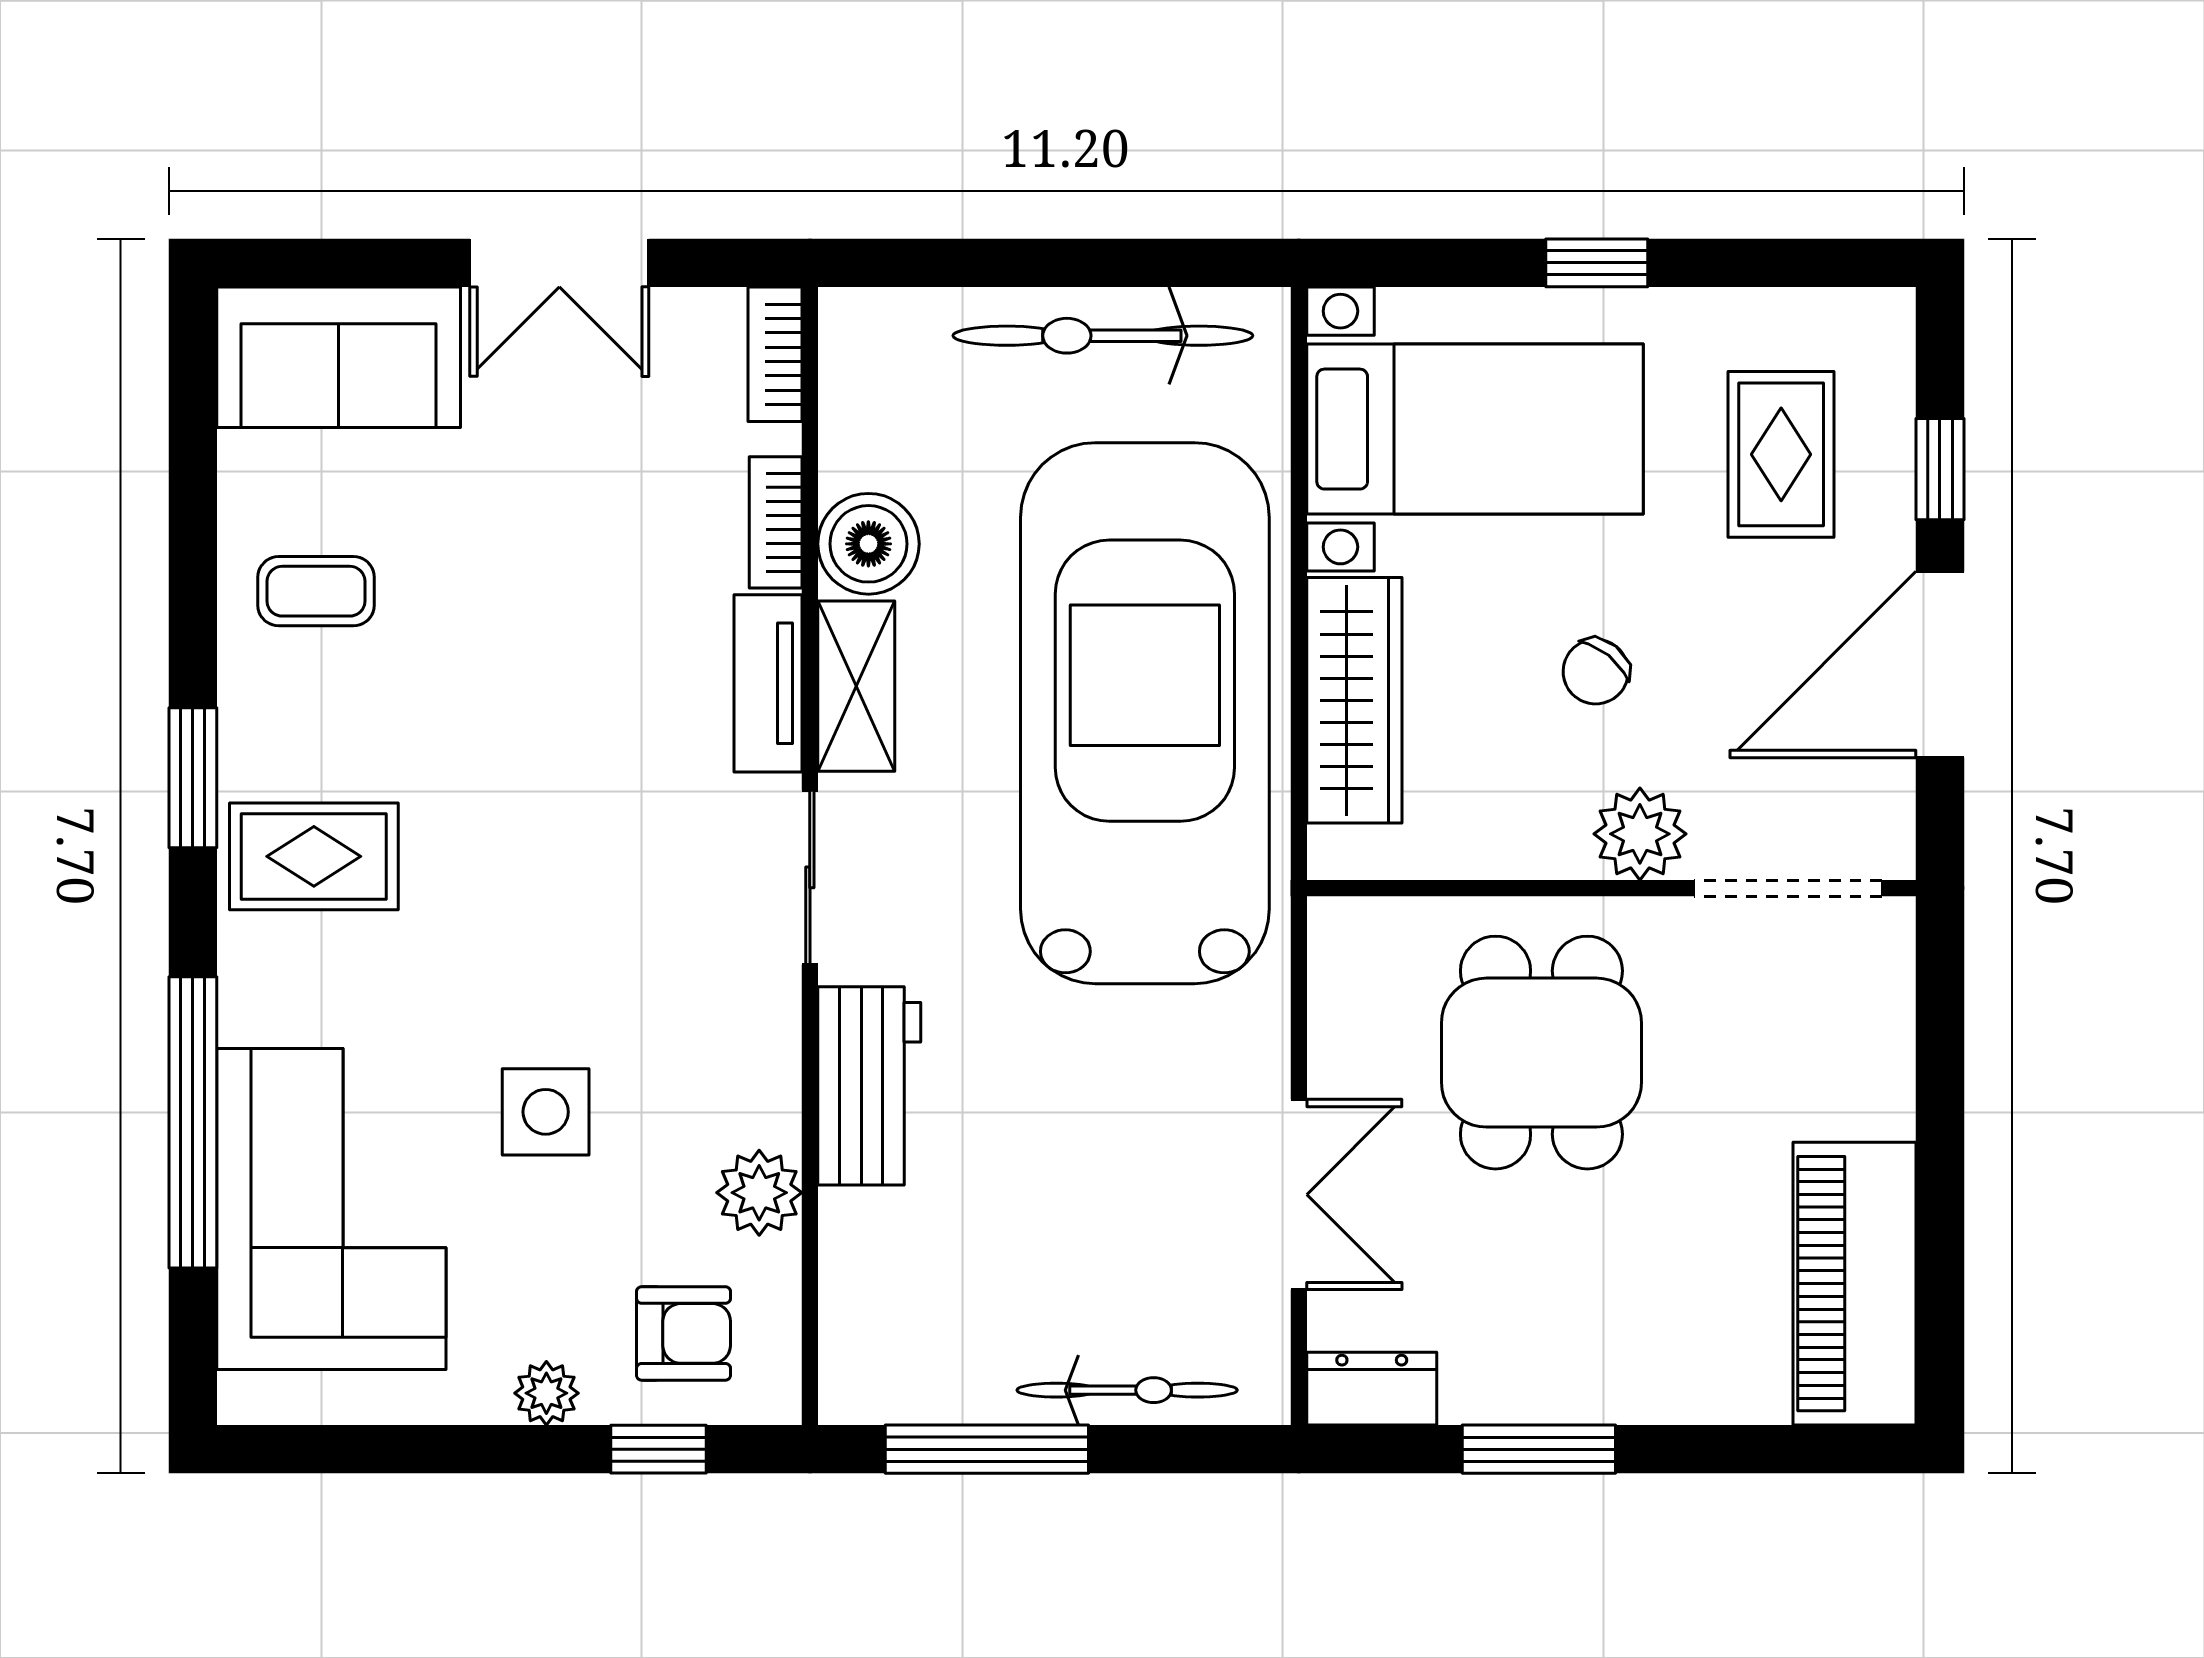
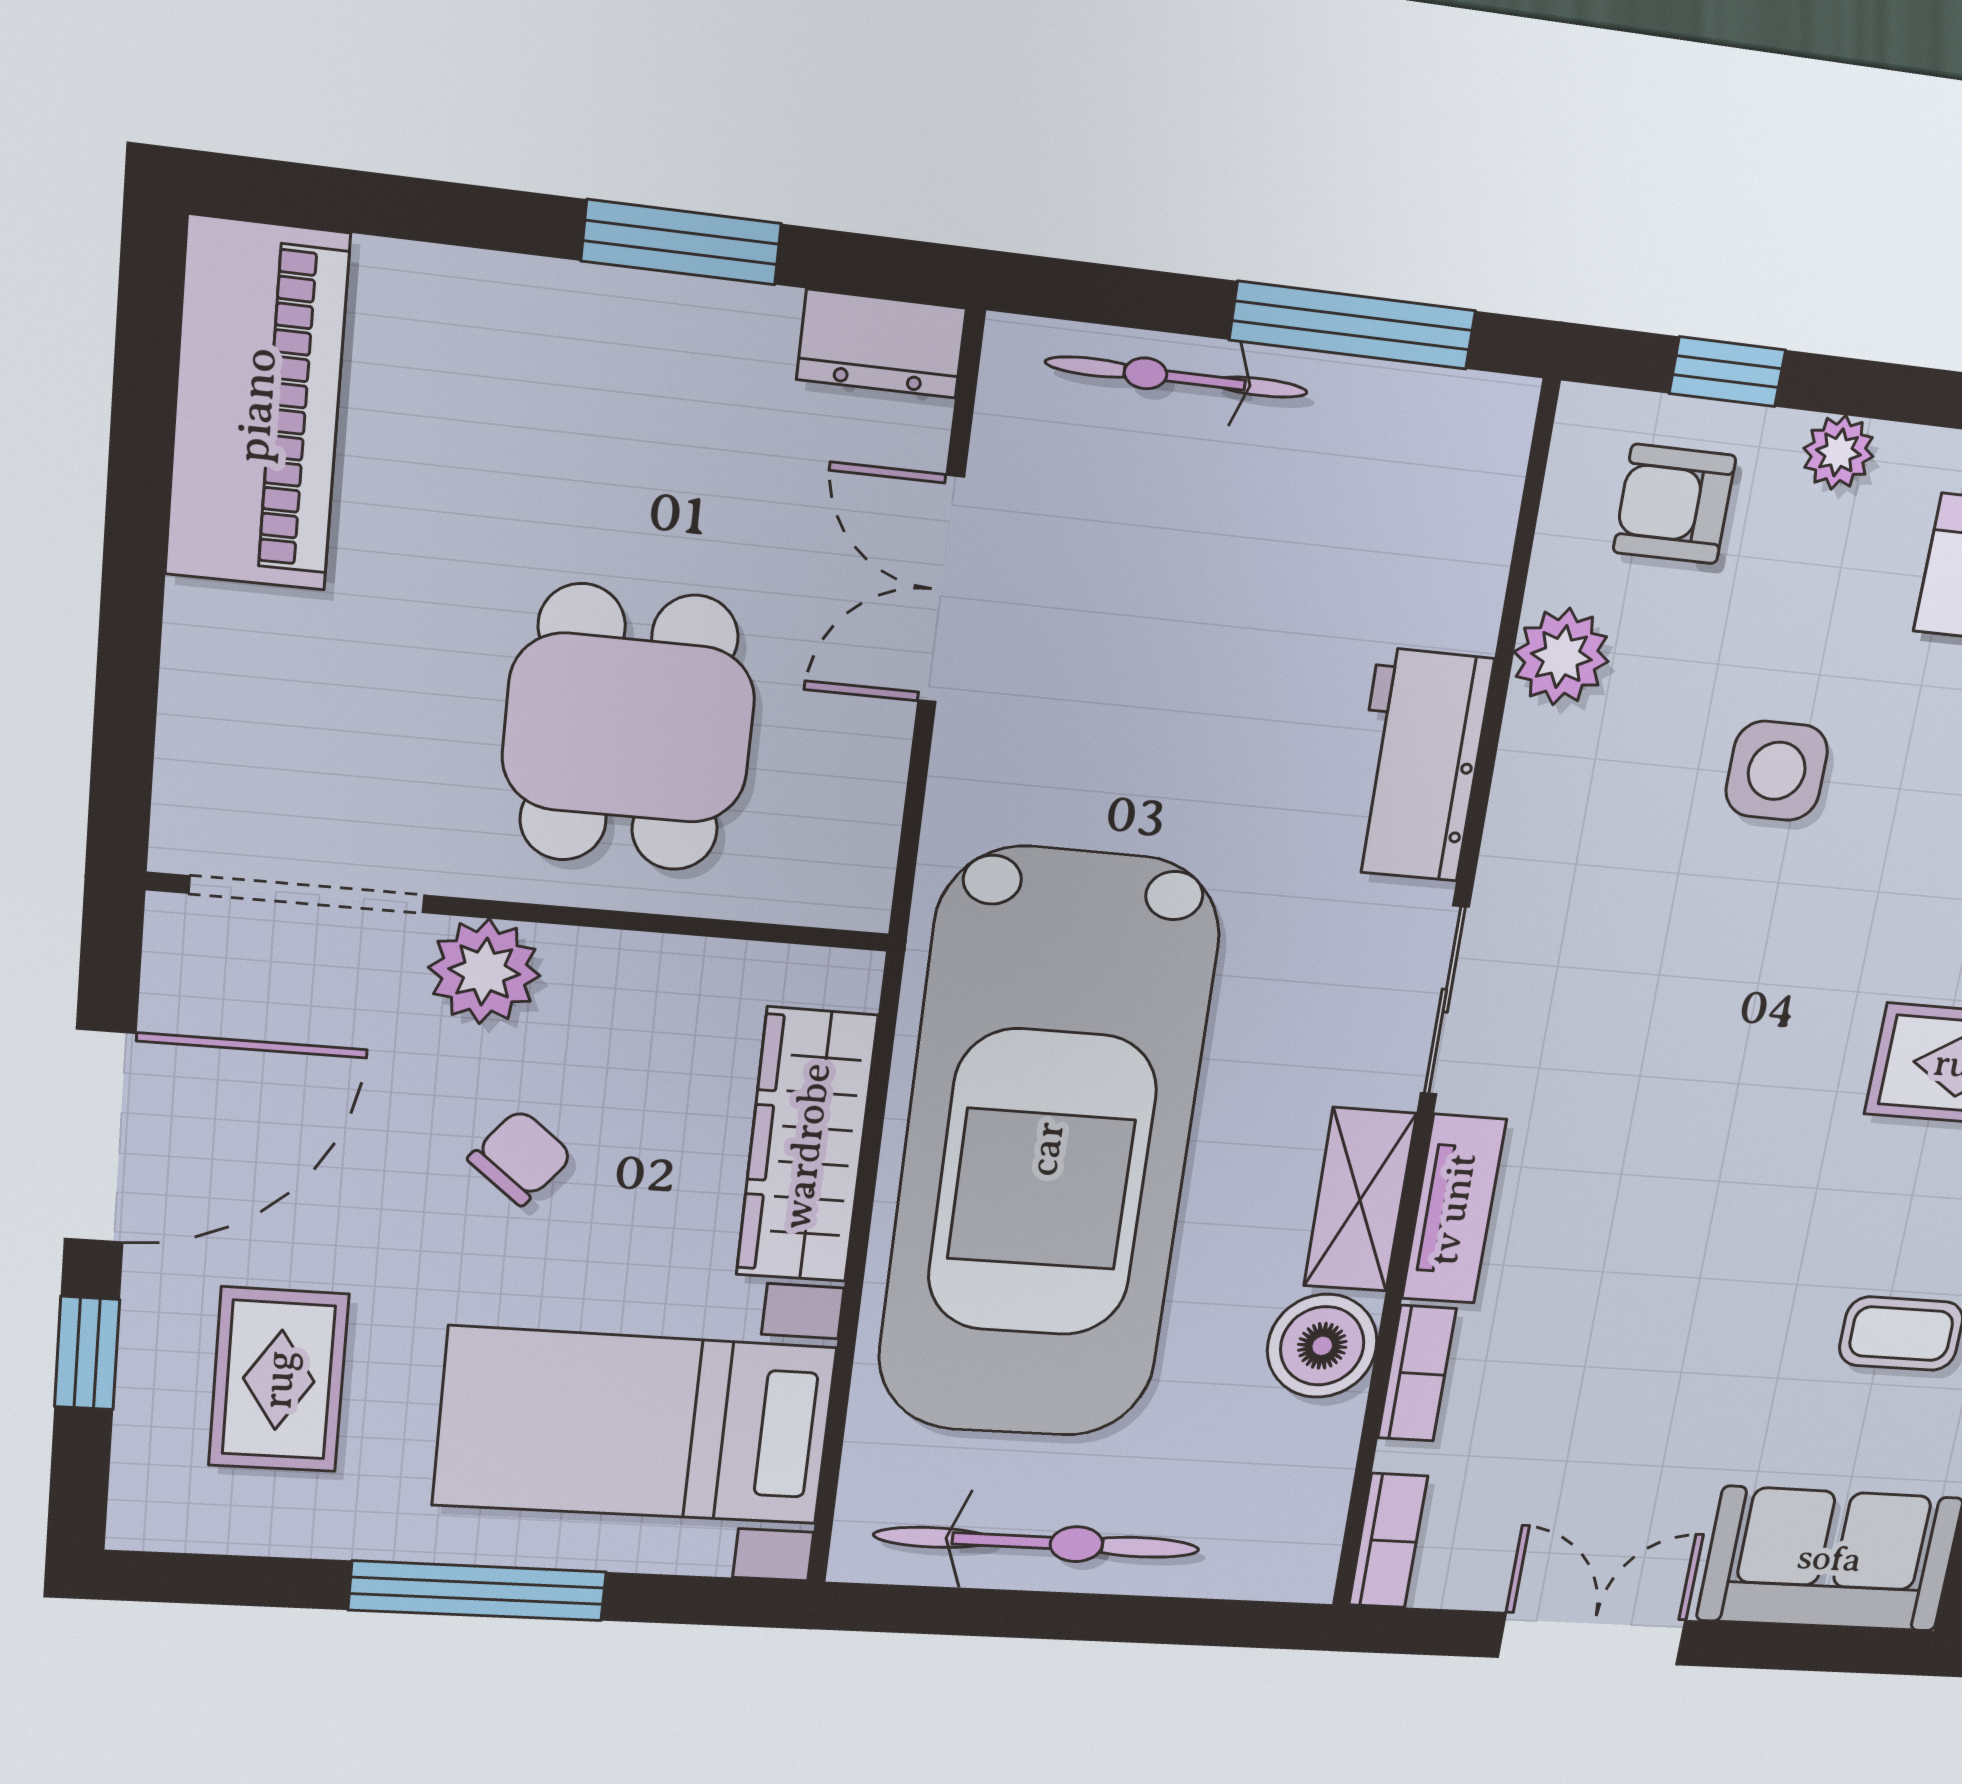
window: (1597, 263) -> (478, 1591), width x2.17

